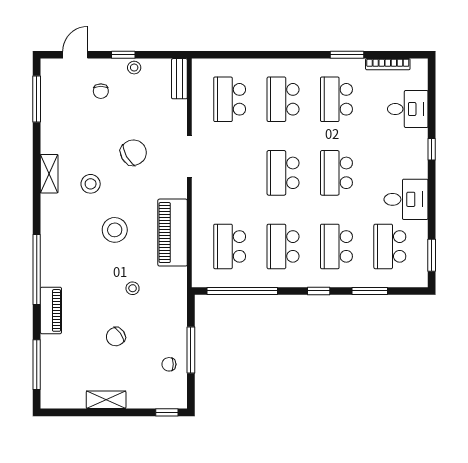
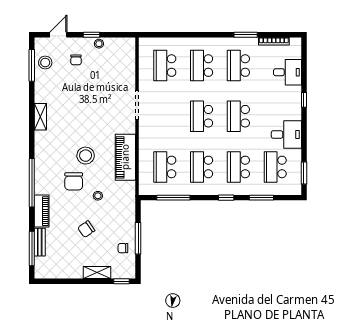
bench: (179, 79) -> (40, 242), moved
chair: (133, 153) -> (74, 181), moved, turned 120
stool: (91, 184) -> (45, 63), moved
window: (242, 291) -> (173, 198), width x0.68
shelving: (106, 400) -> (97, 273), moved

